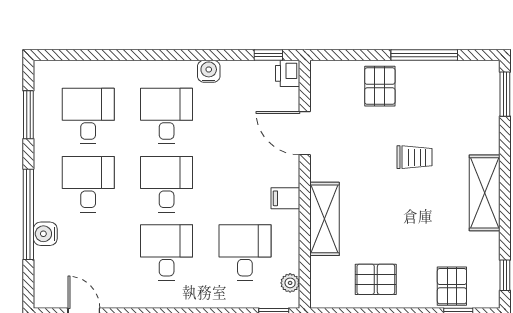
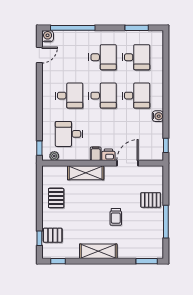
printer: (288, 73) -> (108, 155), moved
window: (28, 214) -> (73, 28), moved
water cooler: (45, 234) -> (48, 36), moved
desk: (245, 253) -> (69, 134), turned 180

